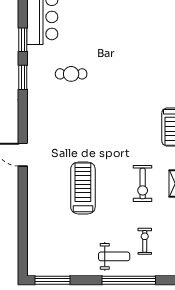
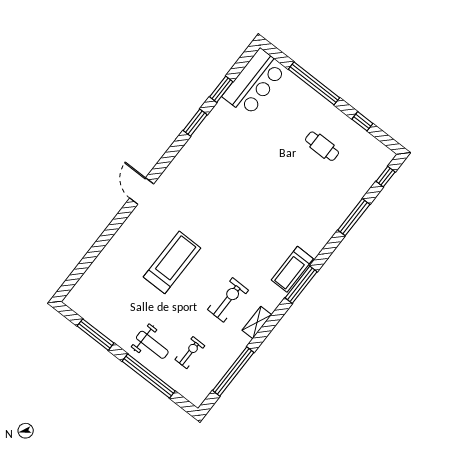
cafe table: (71, 74) -> (322, 146), moved
exercise bike: (143, 184) -> (228, 300), turned 180
window: (53, 280) -> (96, 335), moved

